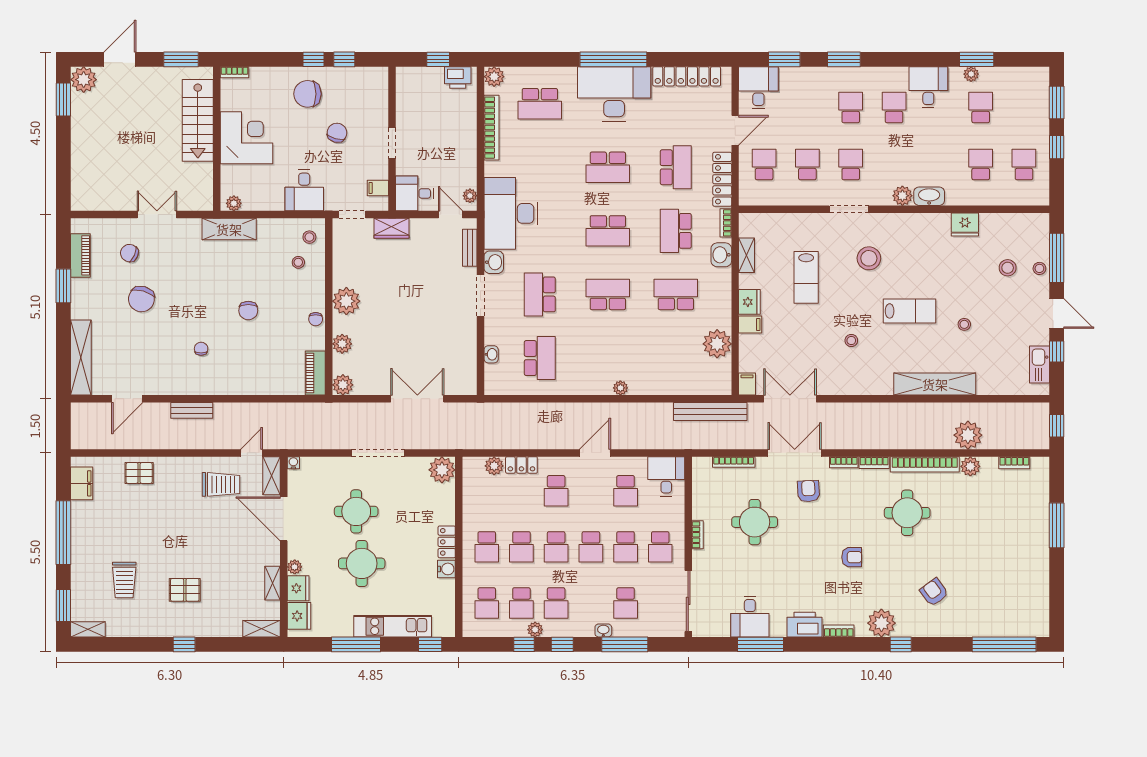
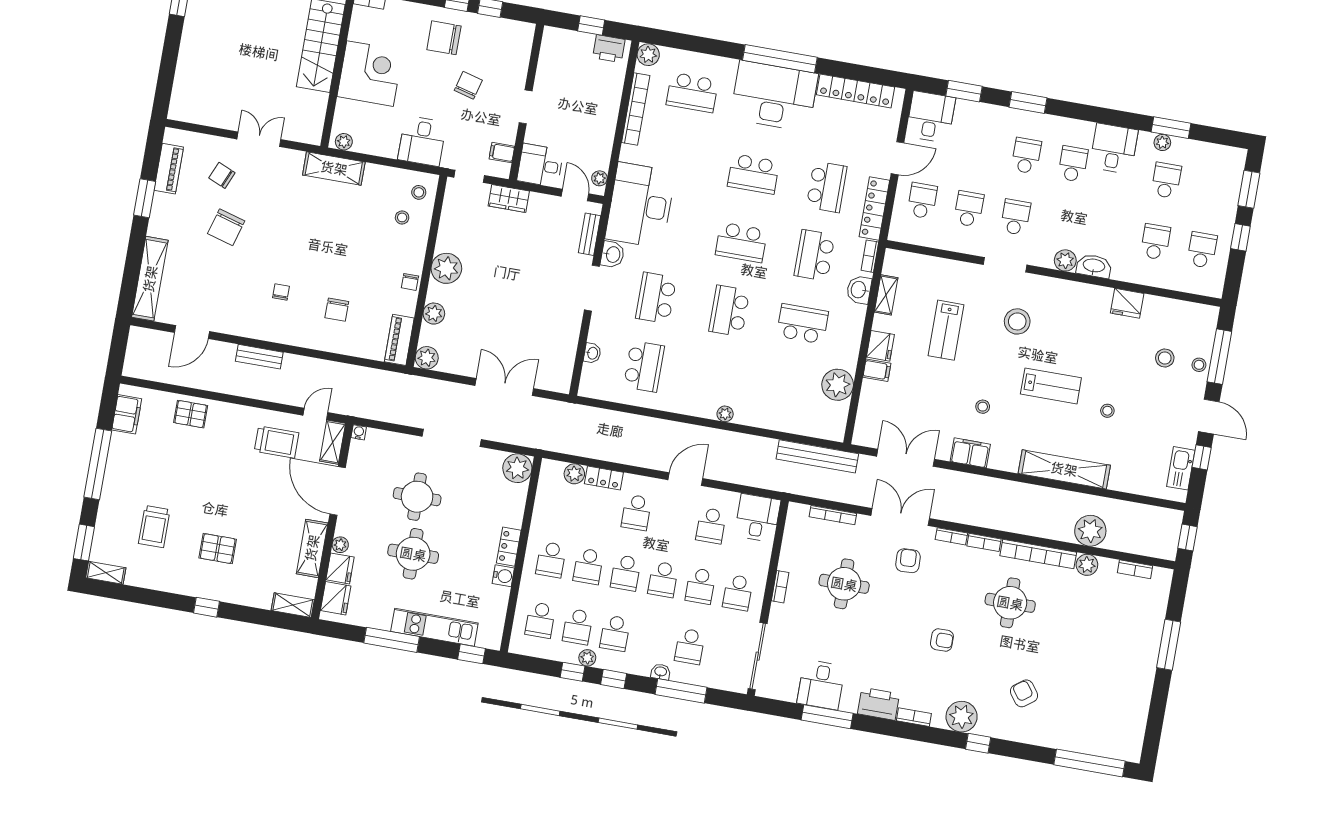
school desk: (608, 294) -> (729, 311), turned -90
chair: (248, 311) -> (337, 310), moved
filing cabinet: (747, 384) -> (970, 453), moved, width x2.00
shelving: (272, 583) -> (312, 548), width x1.50, depth x1.33

